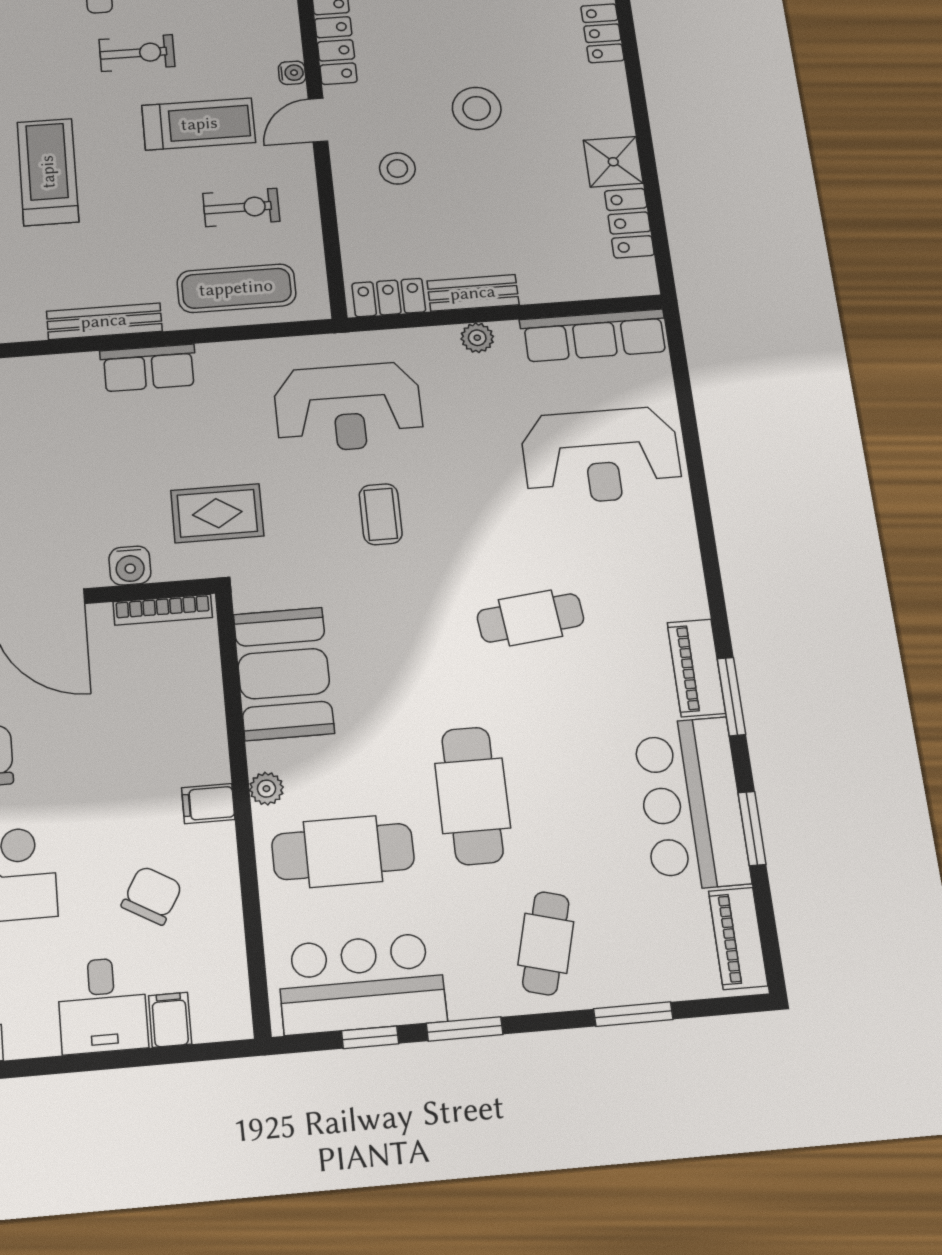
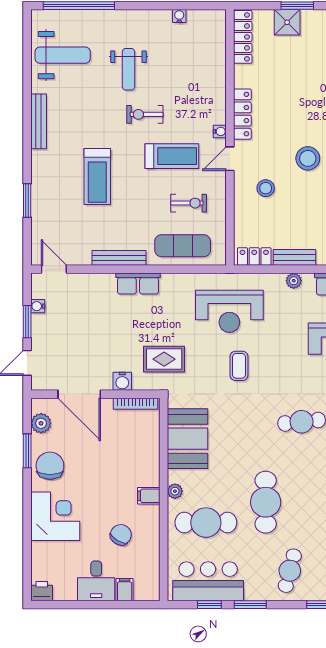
exercise bike: (137, 53) -> (145, 114), turned 180
treadmill: (48, 172) -> (97, 176), turned 180

